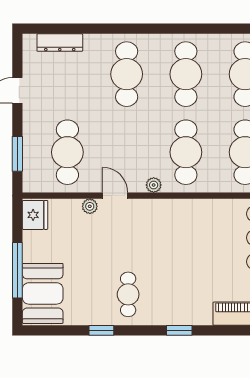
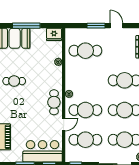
window: (17, 154) -> (96, 26), moved
door: (115, 196) -> (64, 124), moved
cafe table: (170, 215) -> (54, 102), added

